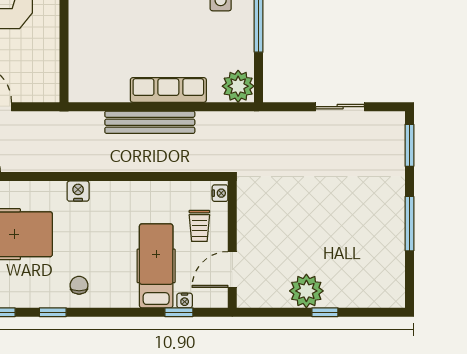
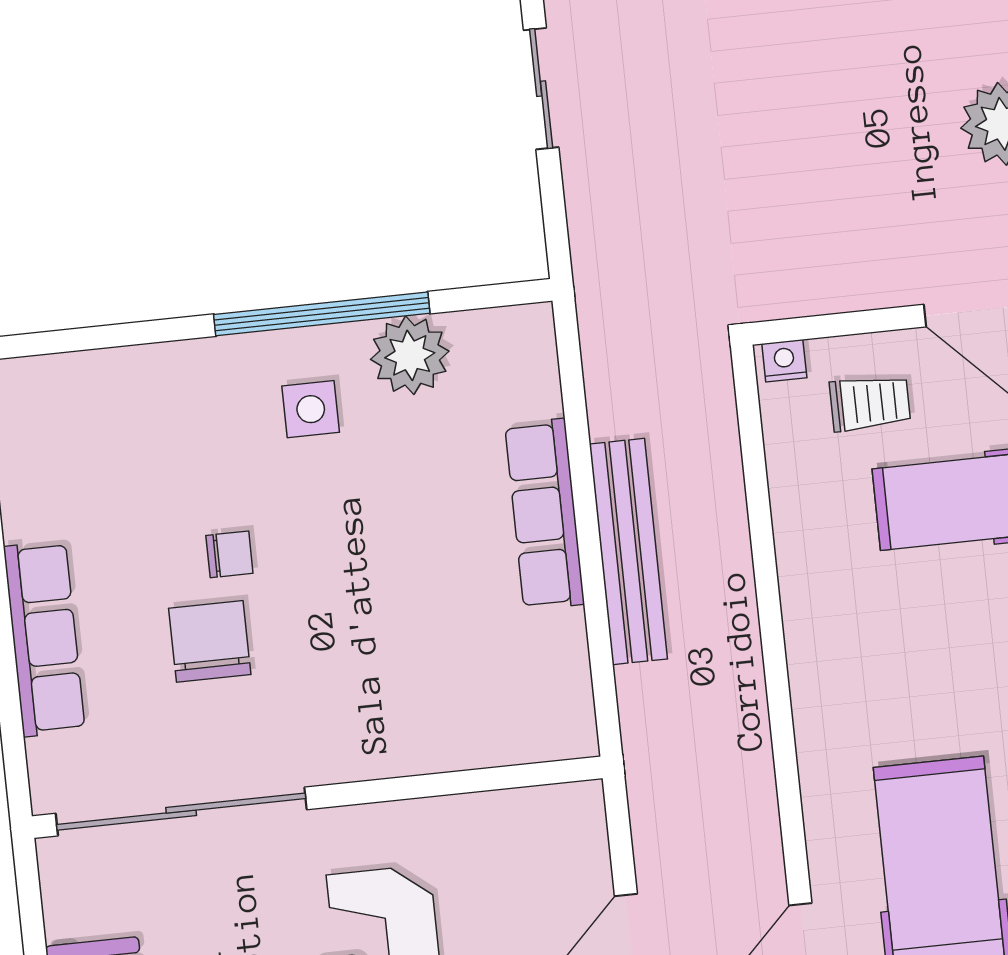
plant: (238, 86) -> (410, 355), moved
nightstand: (78, 191) -> (816, 710), removed

